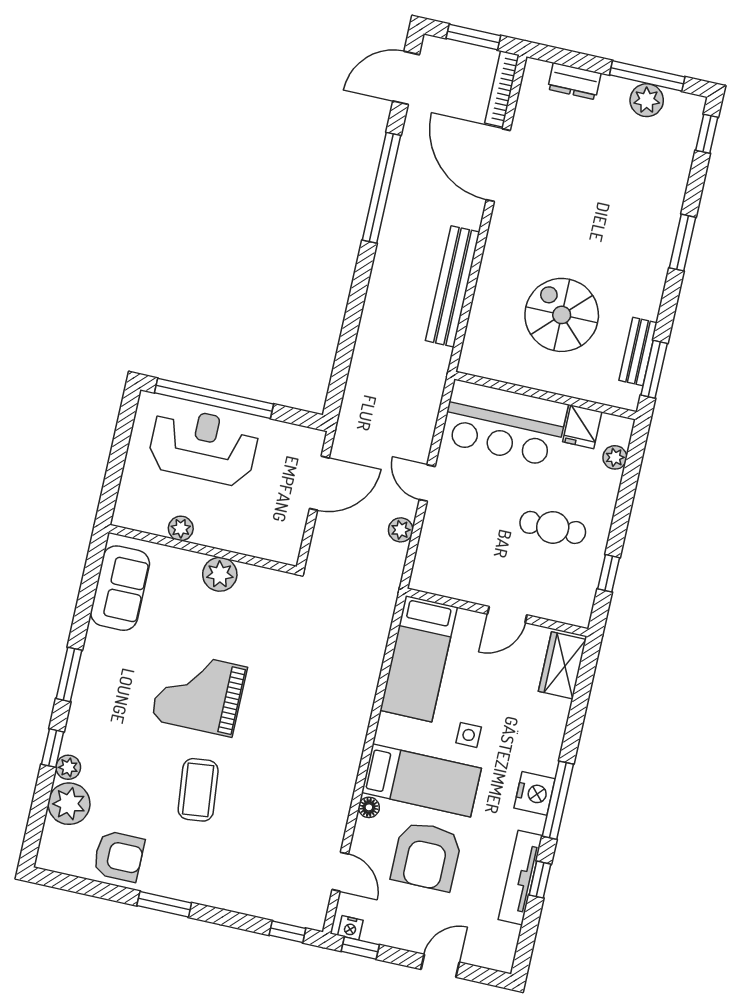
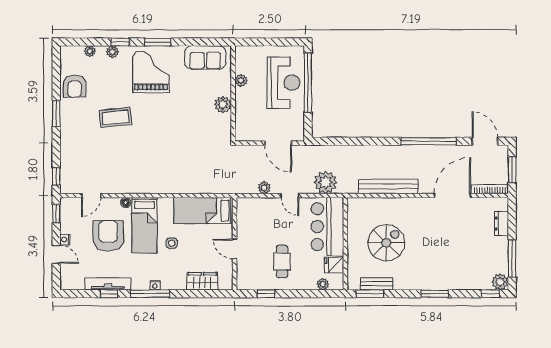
plant: (647, 100) -> (500, 282), moved
plant: (417, 407) -> (326, 182), added
door: (427, 483) -> (290, 196), swing flipped
wardrobe: (562, 665) -> (202, 281), moved
grand piano: (199, 693) -> (151, 72), moved
nightstand: (535, 793) -> (155, 285), width x0.53, depth x0.56
plant: (69, 804) -> (90, 51), width x0.53, depth x0.53
armchair: (426, 856) -> (108, 236), turned 90
nightstand: (350, 928) -> (65, 240), moved

